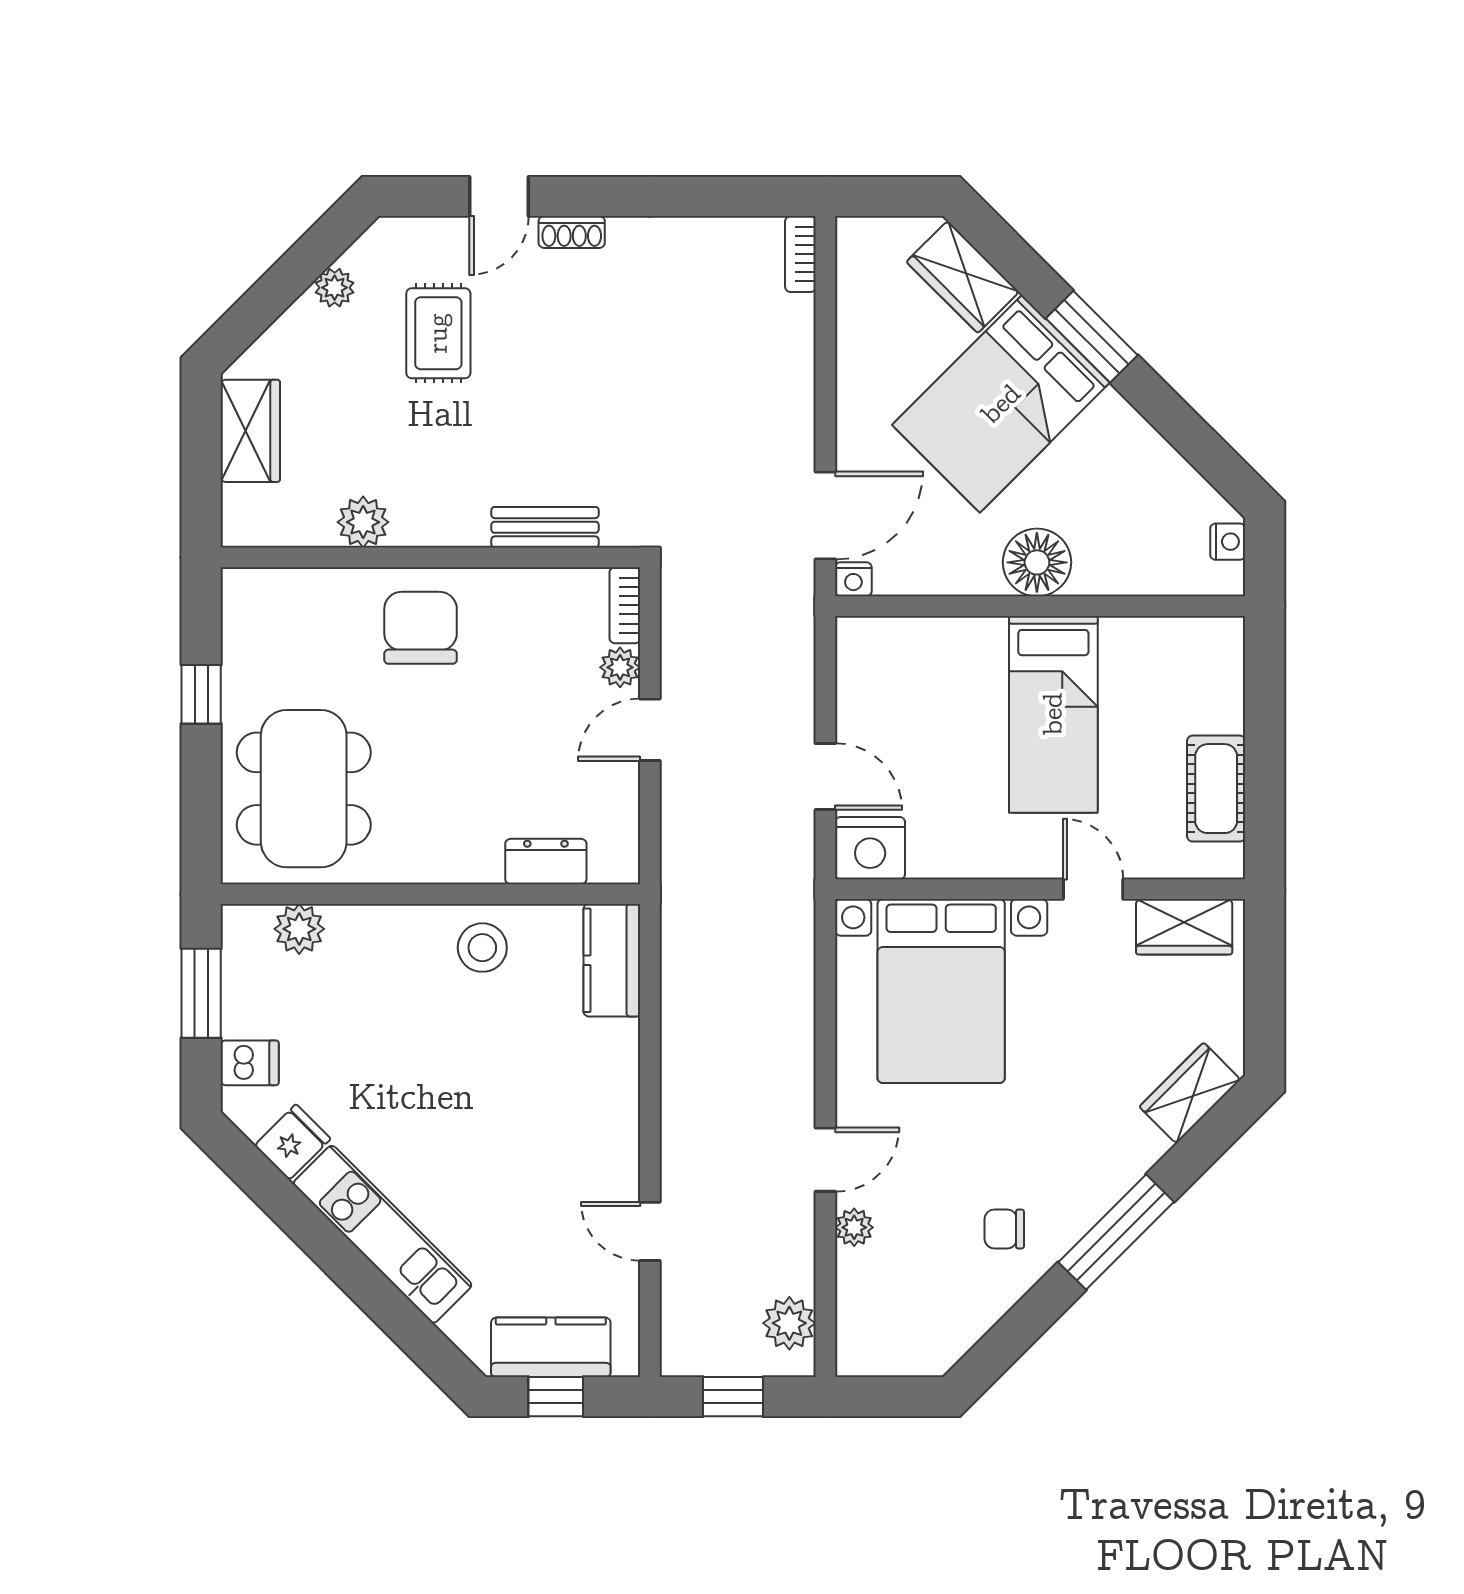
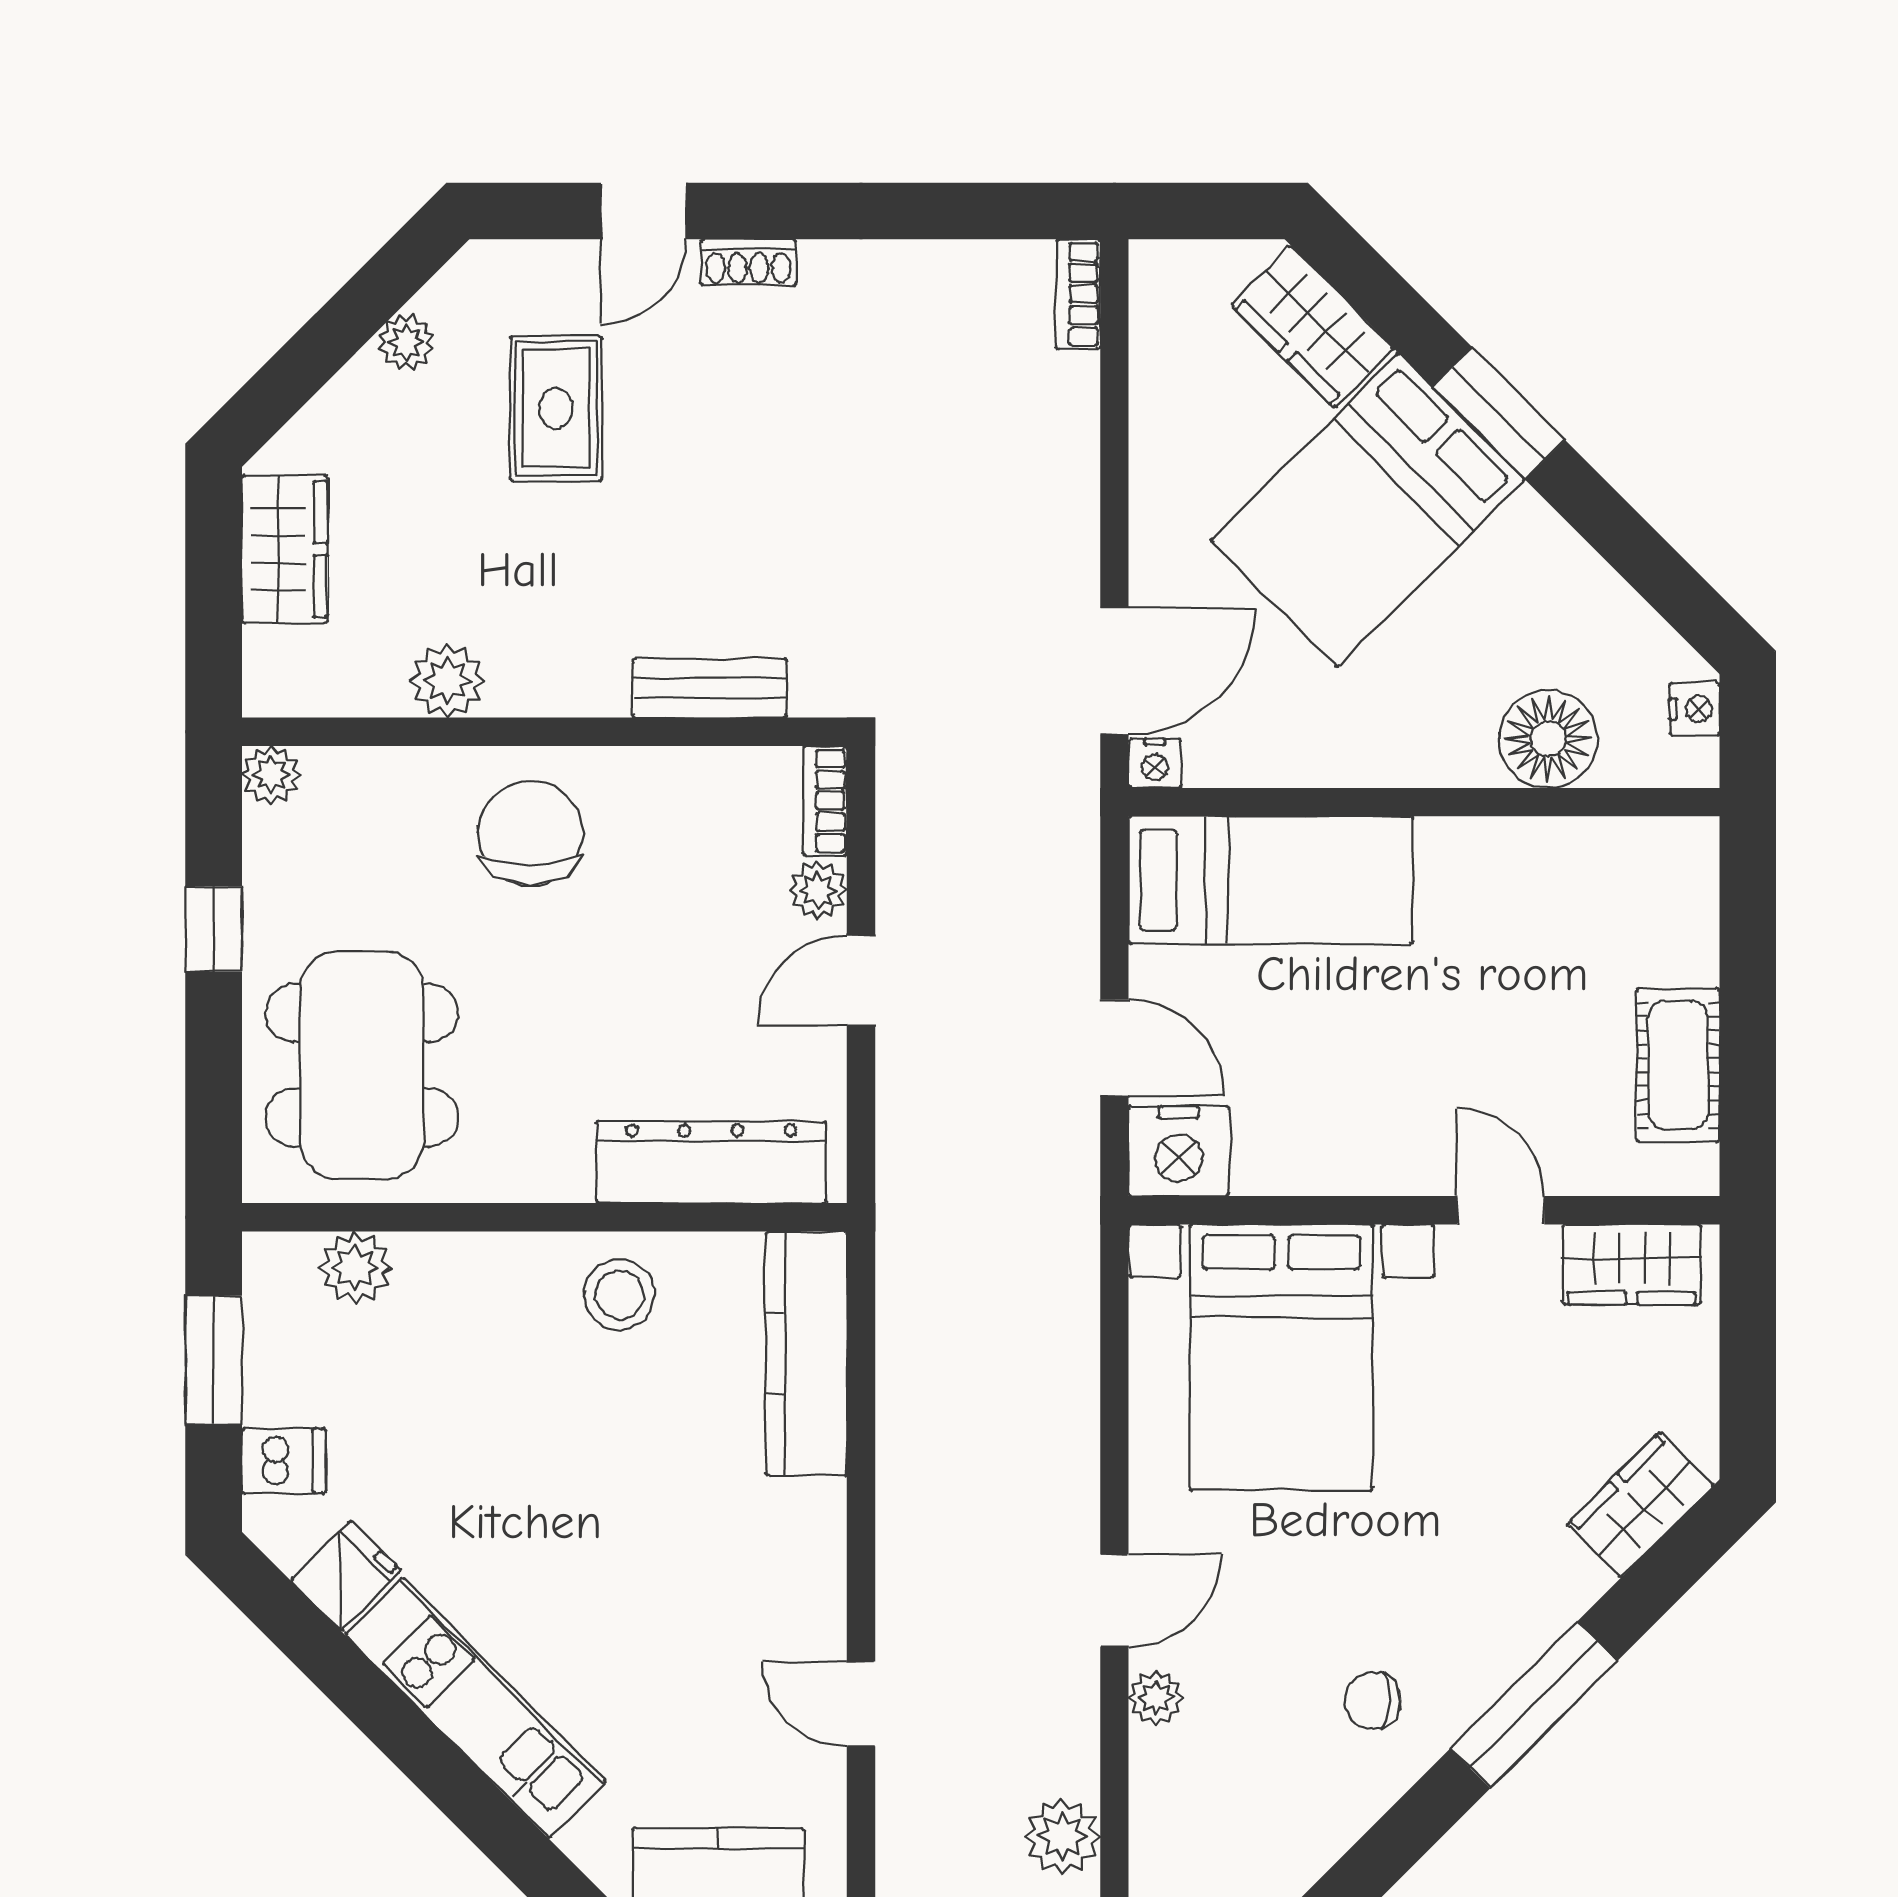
floor lamp: (1037, 562) -> (1548, 739), moved
plant: (241, 587) -> (271, 775), added
bed: (1053, 714) -> (1271, 880), moved, turned -90
dresser: (546, 861) -> (711, 1162), width x1.96, depth x1.24
kitchen counter: (612, 960) -> (806, 1354), width x1.50

